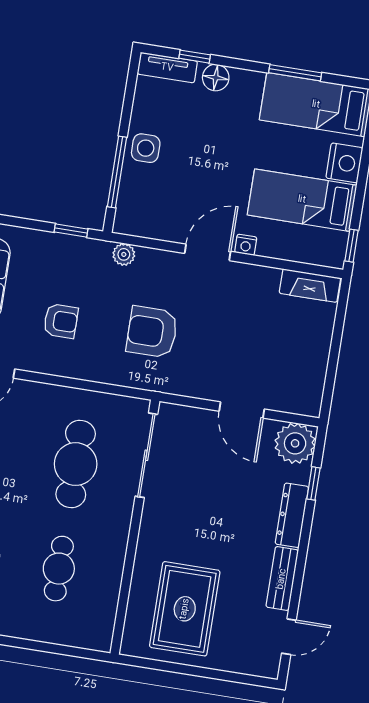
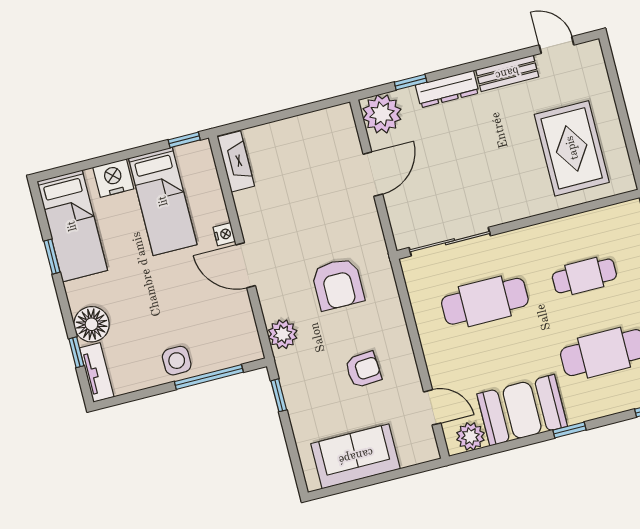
window: (295, 73) -> (52, 257), width x0.67
floor lamp: (216, 78) -> (92, 324), width x1.38, depth x1.38
plant: (124, 254) -> (283, 334), width x1.38, depth x1.38
armchair: (61, 321) -> (363, 370), turned 86
rug: (185, 609) -> (572, 148), turned 90

